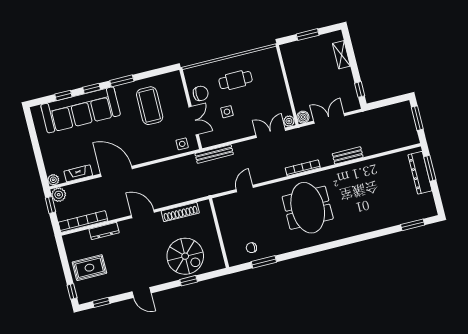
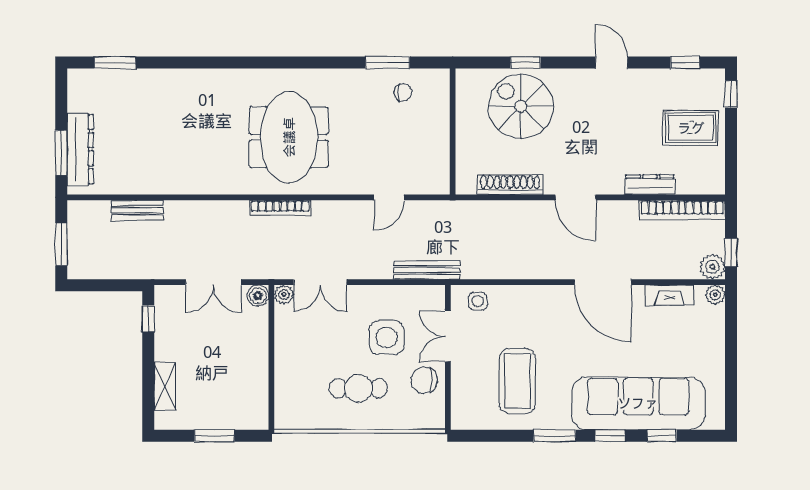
side table: (227, 112) -> (387, 337), width x1.87, depth x1.87
bench: (348, 155) -> (137, 210), moved

